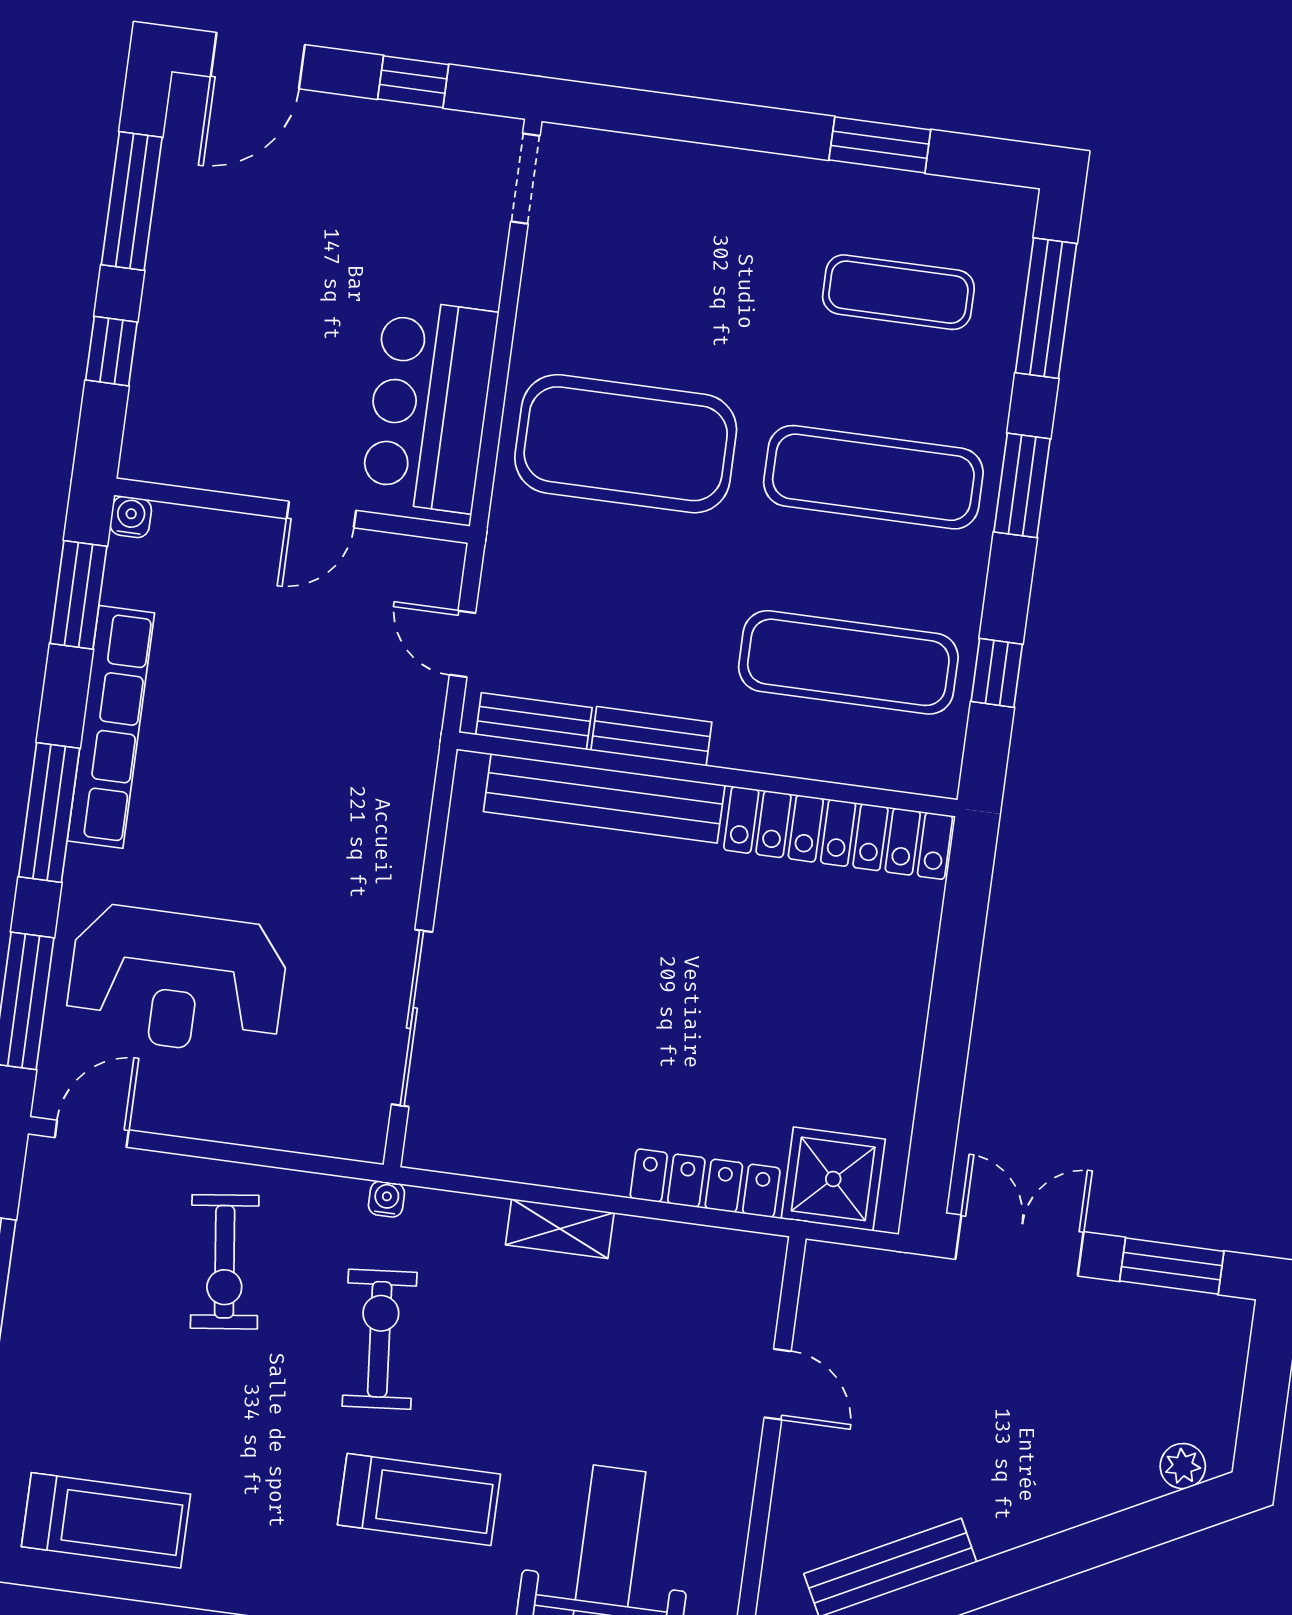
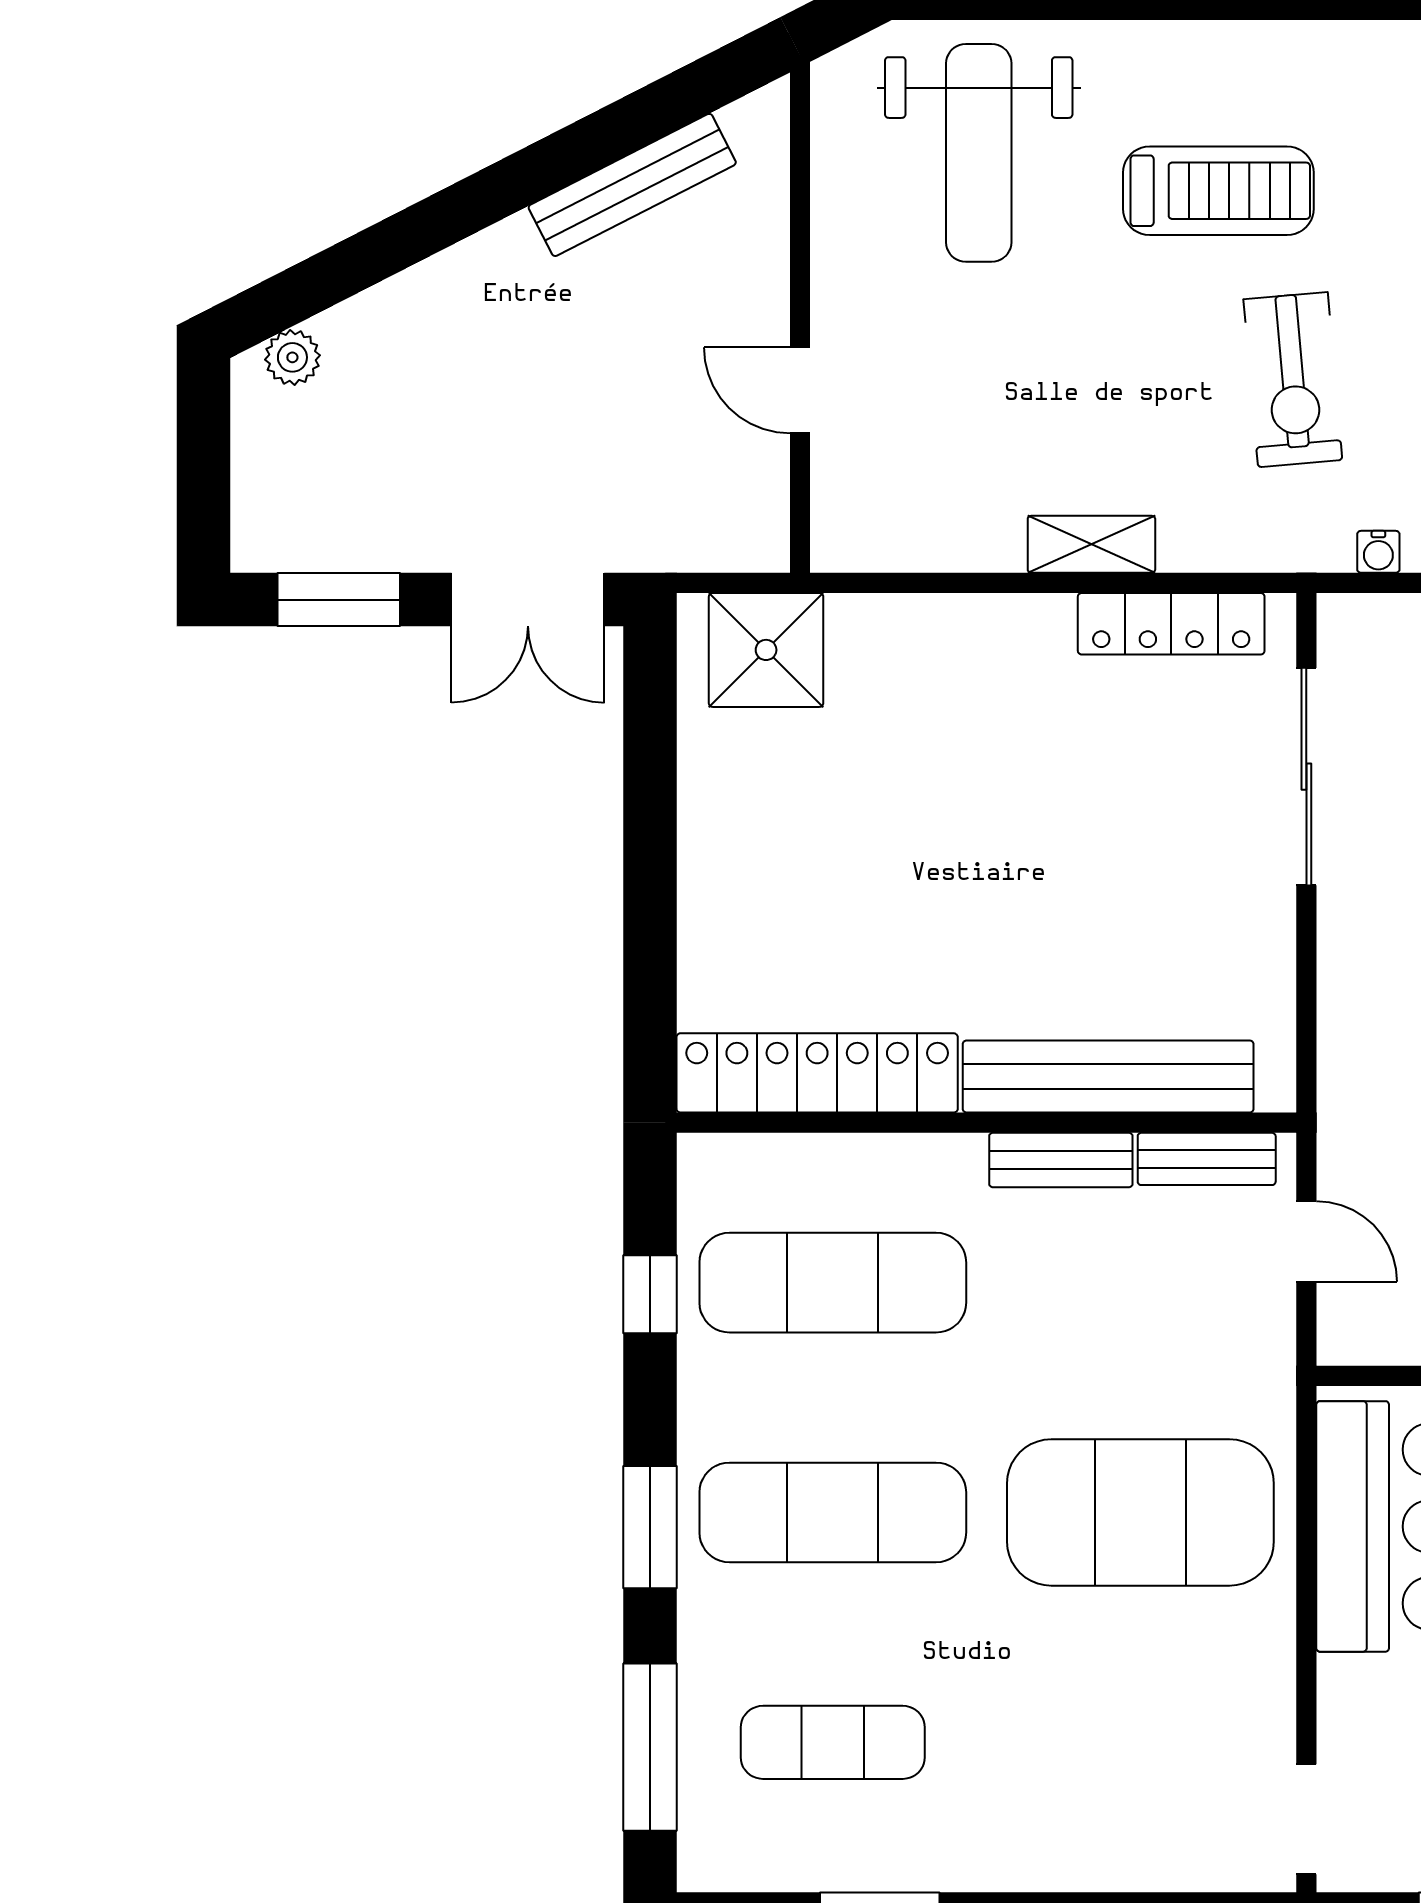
locker: (705, 1183) -> (1171, 624), moved
water cooler: (386, 1199) -> (1378, 552), moved
treadmill: (419, 1499) -> (1218, 191), turned 180

